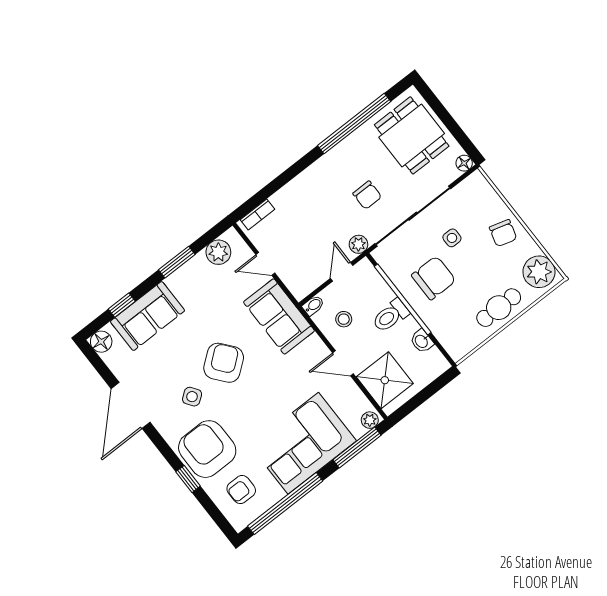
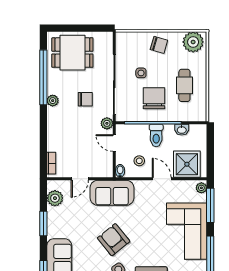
plant: (335, 157) -> (53, 101), added
floor lamp: (464, 163) -> (108, 37), removed
cafe table: (499, 308) -> (184, 85), moved
door: (343, 363) -> (162, 179), swing flipped

